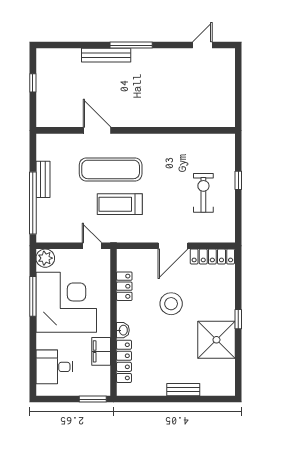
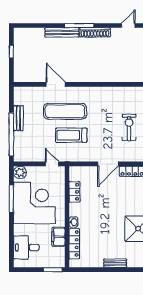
shoe rack: (154, 55) -> (95, 32), added
stool: (171, 304) -> (107, 204), removed

